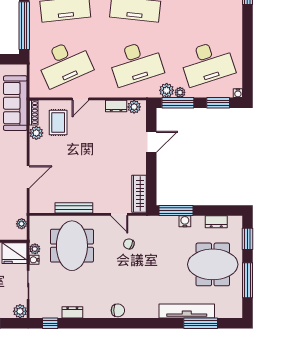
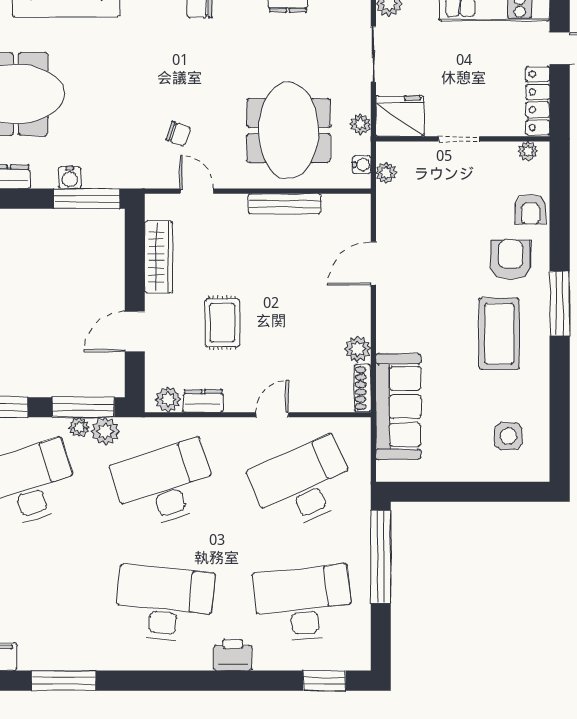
rug: (58, 123) -> (222, 323), moved
wardrobe: (139, 194) -> (159, 257), moved
water cooler: (34, 260) -> (362, 165), moved

